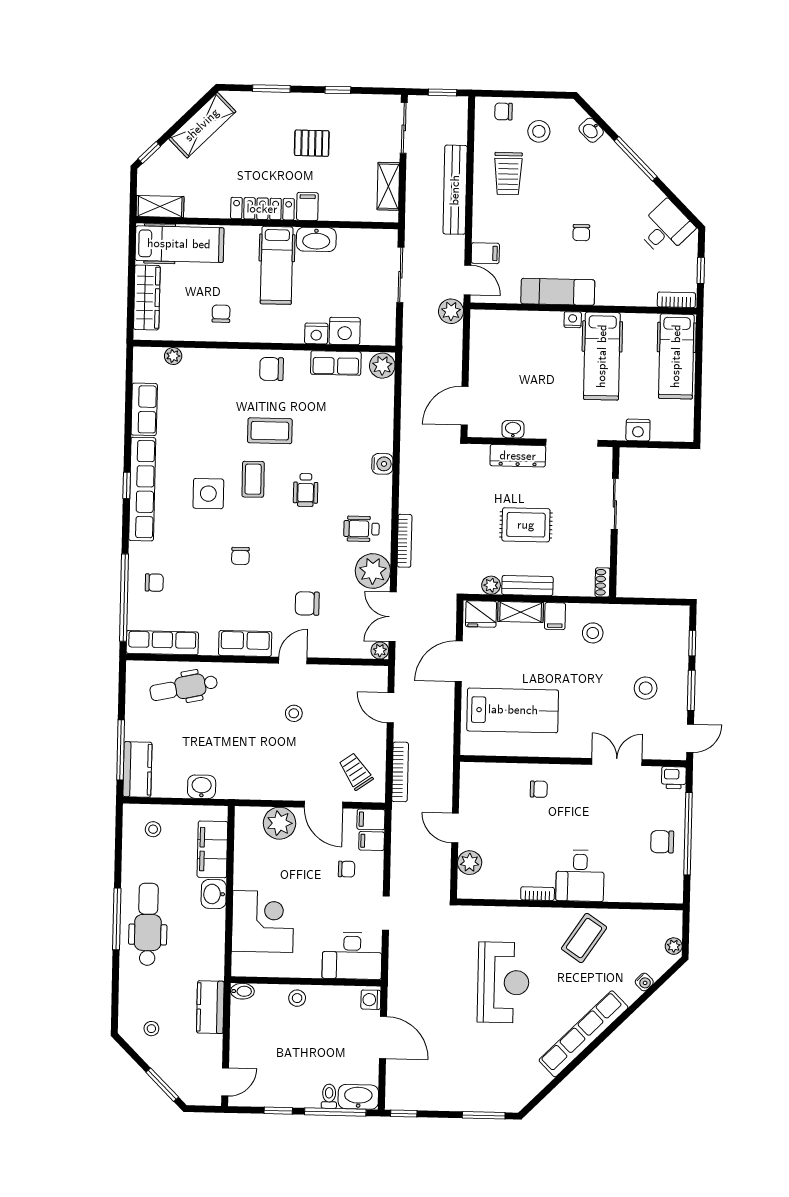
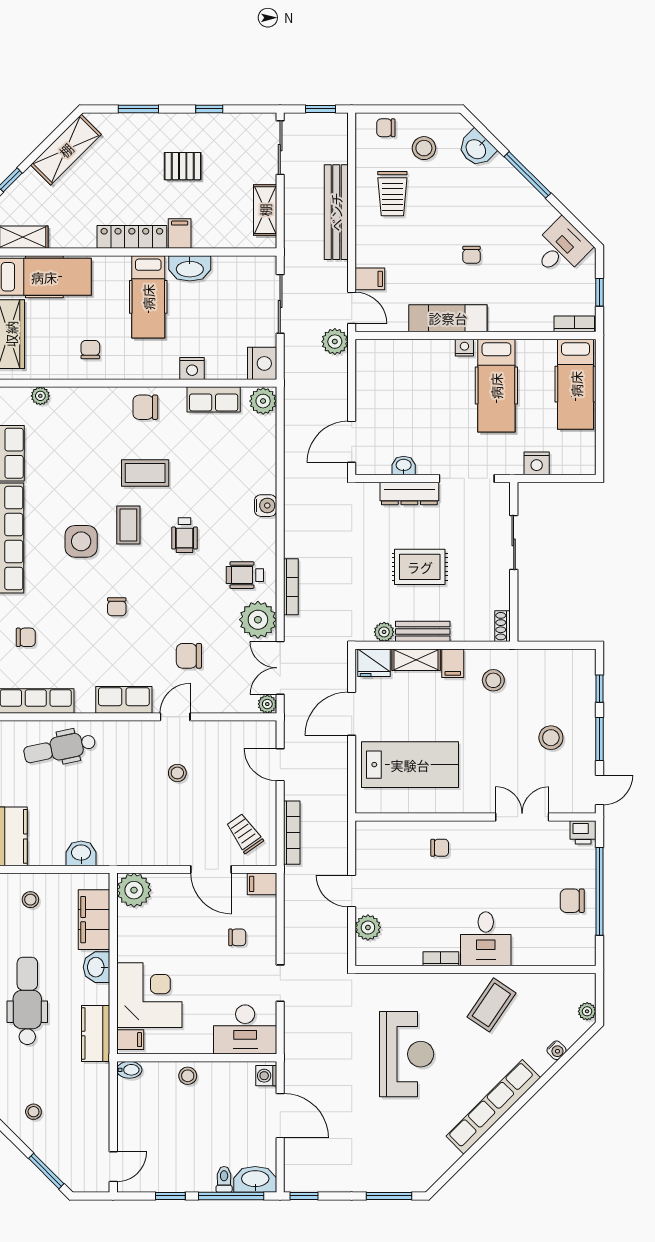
washbasin: (591, 130) -> (476, 149), width x1.38, depth x1.45
nightstand: (345, 331) -> (262, 363), moved, turned -90
plant: (279, 823) -> (134, 890), moved
filing cabinet: (372, 841) -> (130, 1040), moved, turned 180
kitchen counter: (210, 1007) -> (96, 1034), moved

